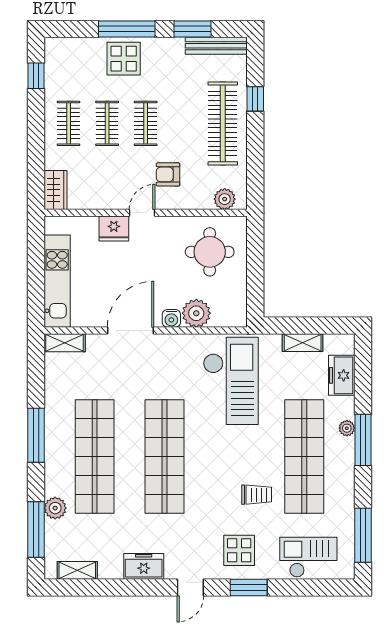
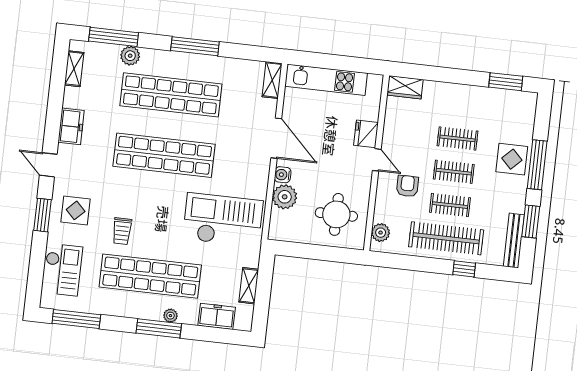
window: (36, 76) -> (506, 82), width x1.50
clothes rail: (69, 123) -> (450, 205), moved
checkout: (231, 381) -> (223, 220), turned 180

